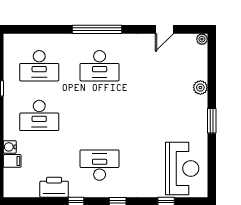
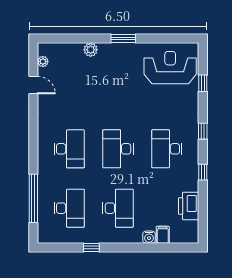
window: (97, 29) -> (33, 198), moved
plant: (202, 39) -> (43, 61), moved
desk: (100, 115) -> (118, 149), added
printer: (54, 187) -> (189, 206), moved

